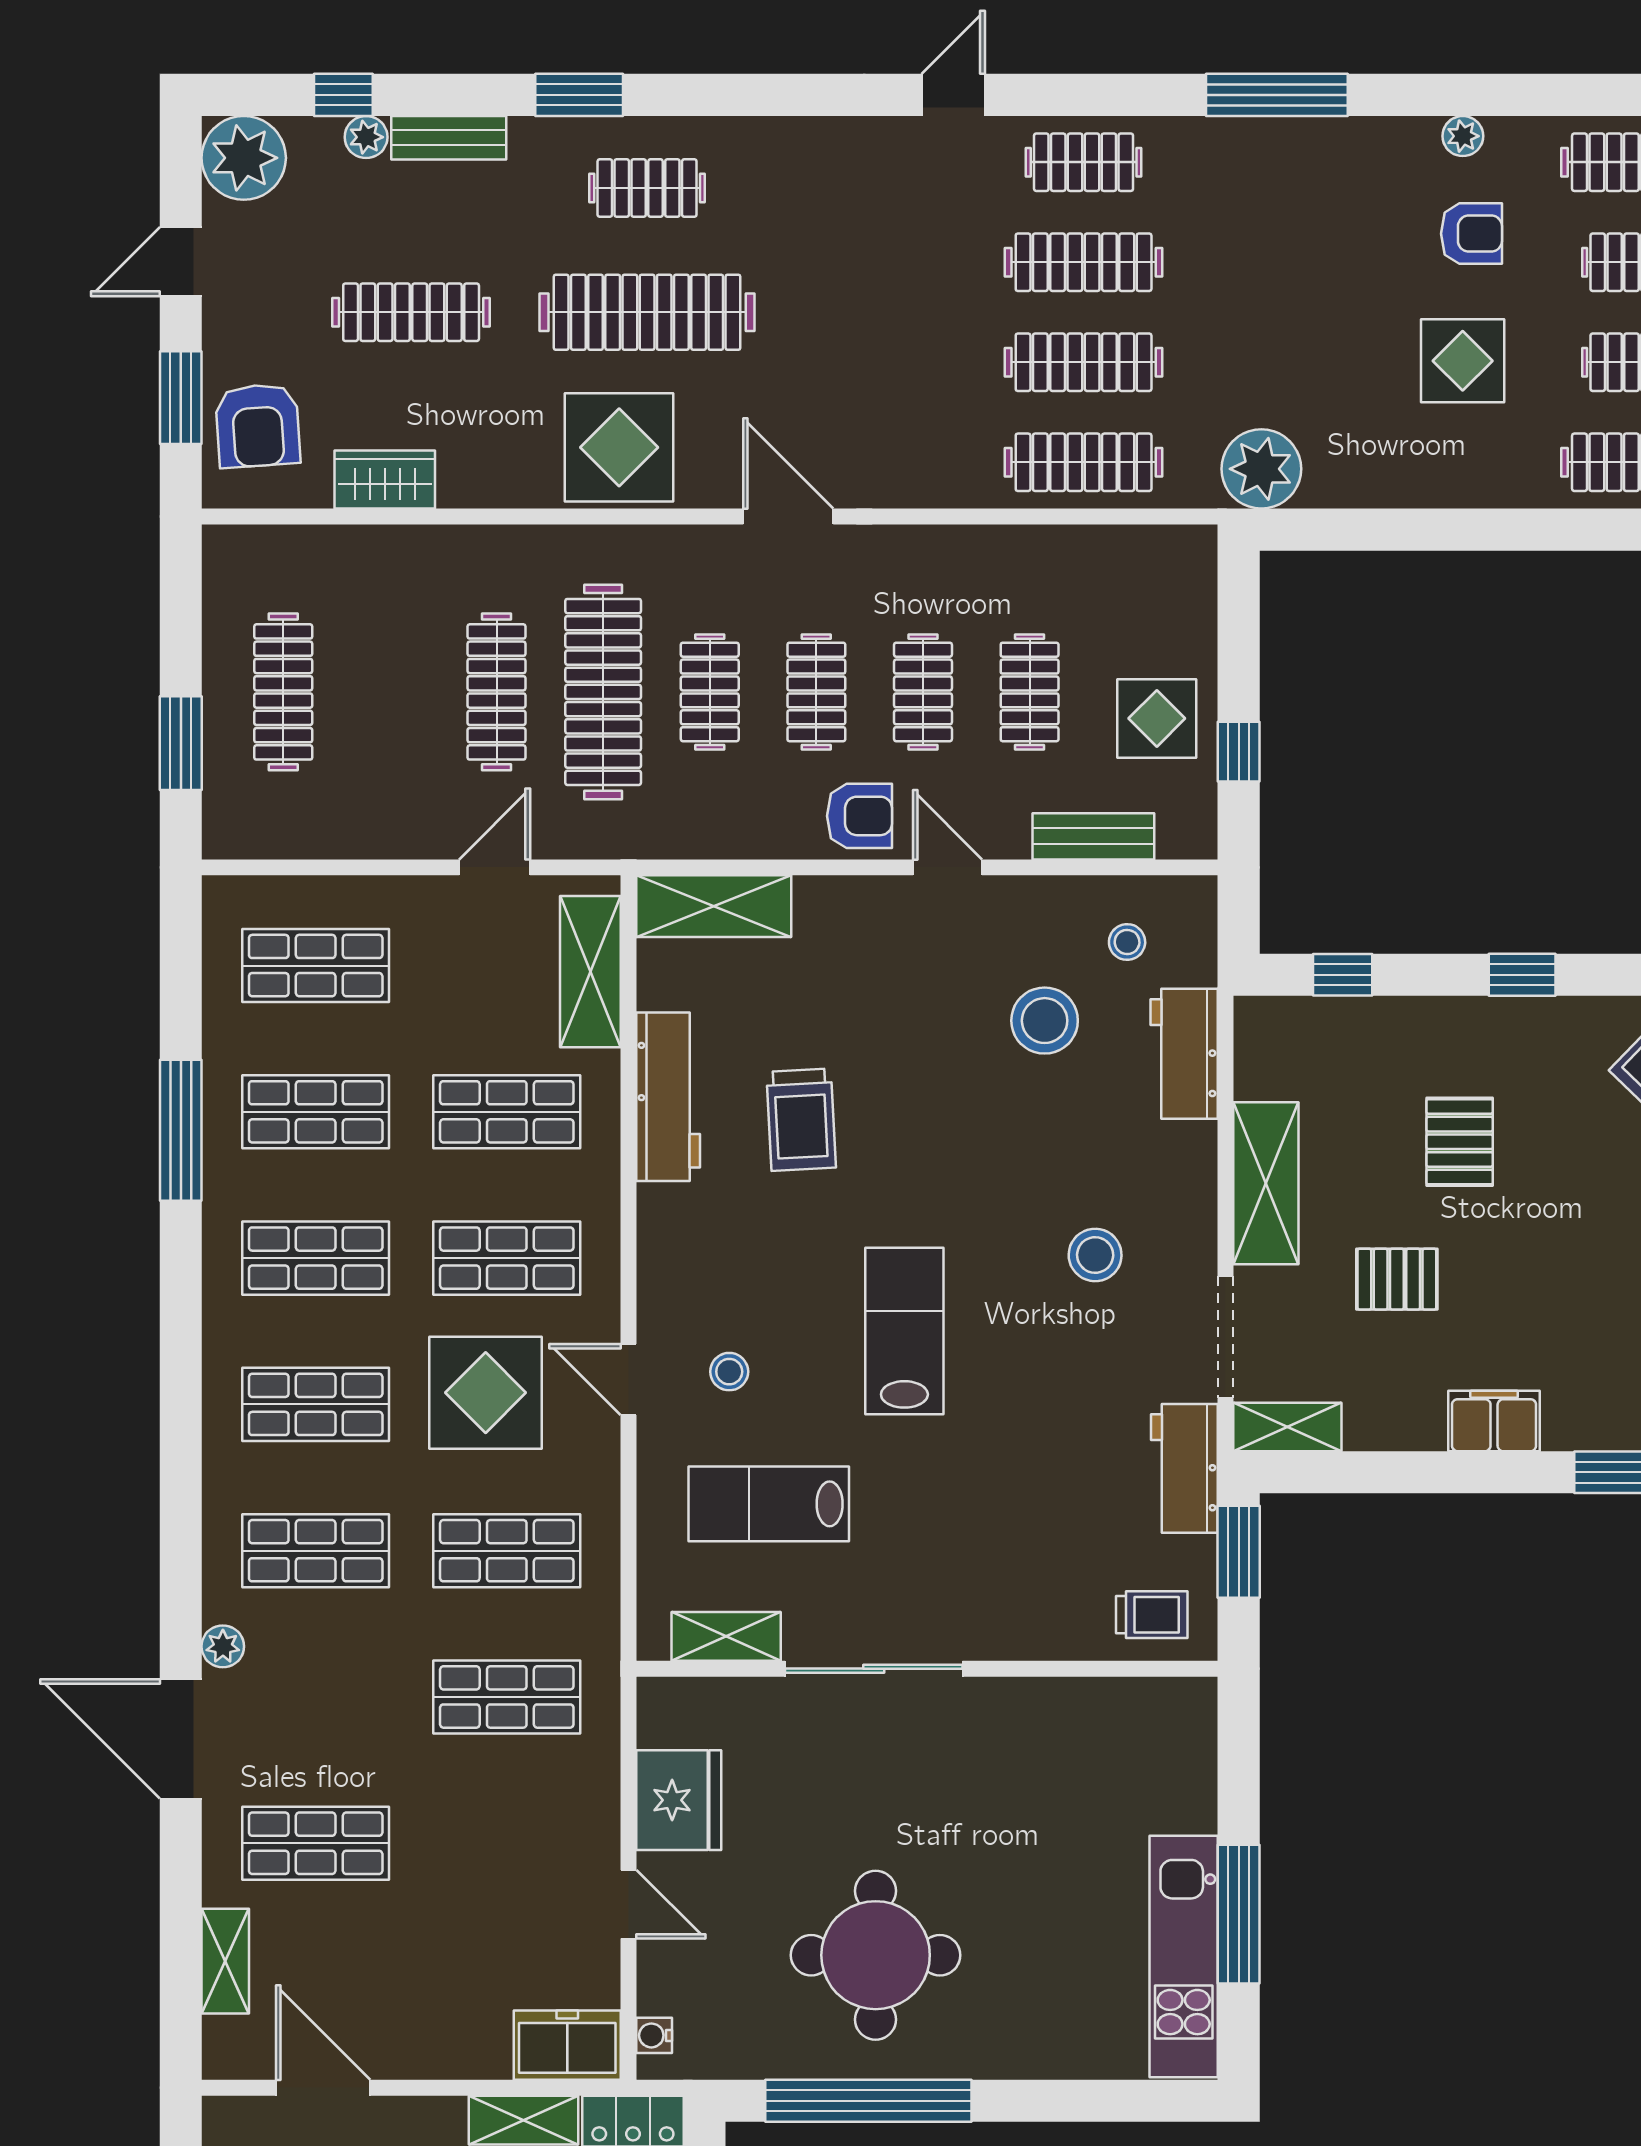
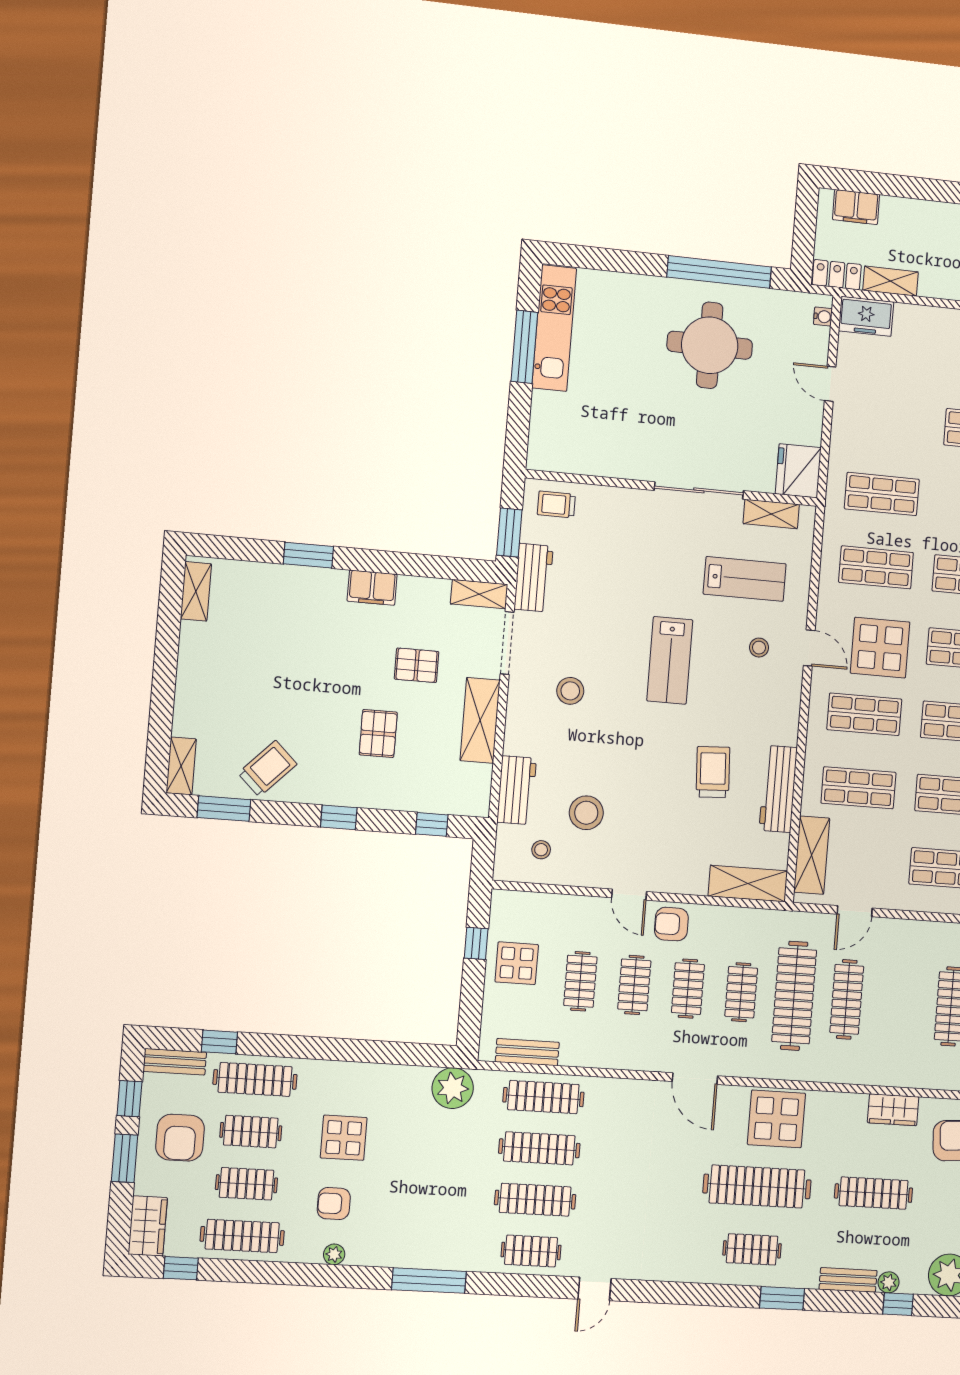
bench: (1093, 836) -> (527, 1052), moved
fridge: (679, 1800) -> (798, 471), moved

